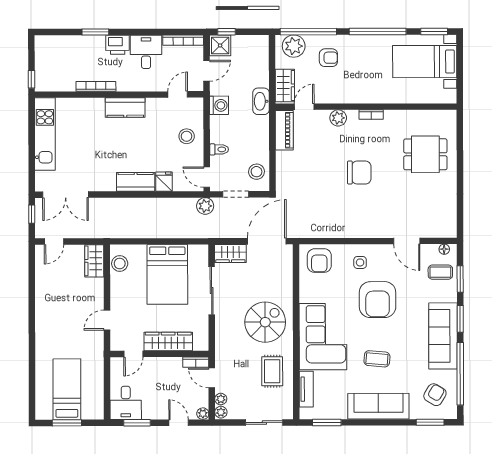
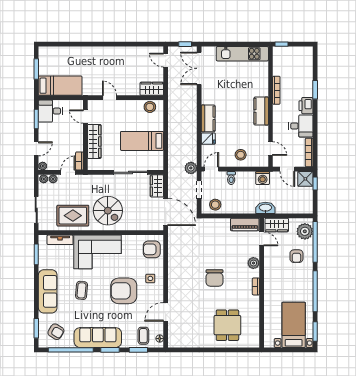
bed: (167, 274) -> (142, 141), width x0.67
rug: (272, 371) -> (73, 216), width x1.36, depth x1.43
bed: (67, 389) -> (60, 86), moved

